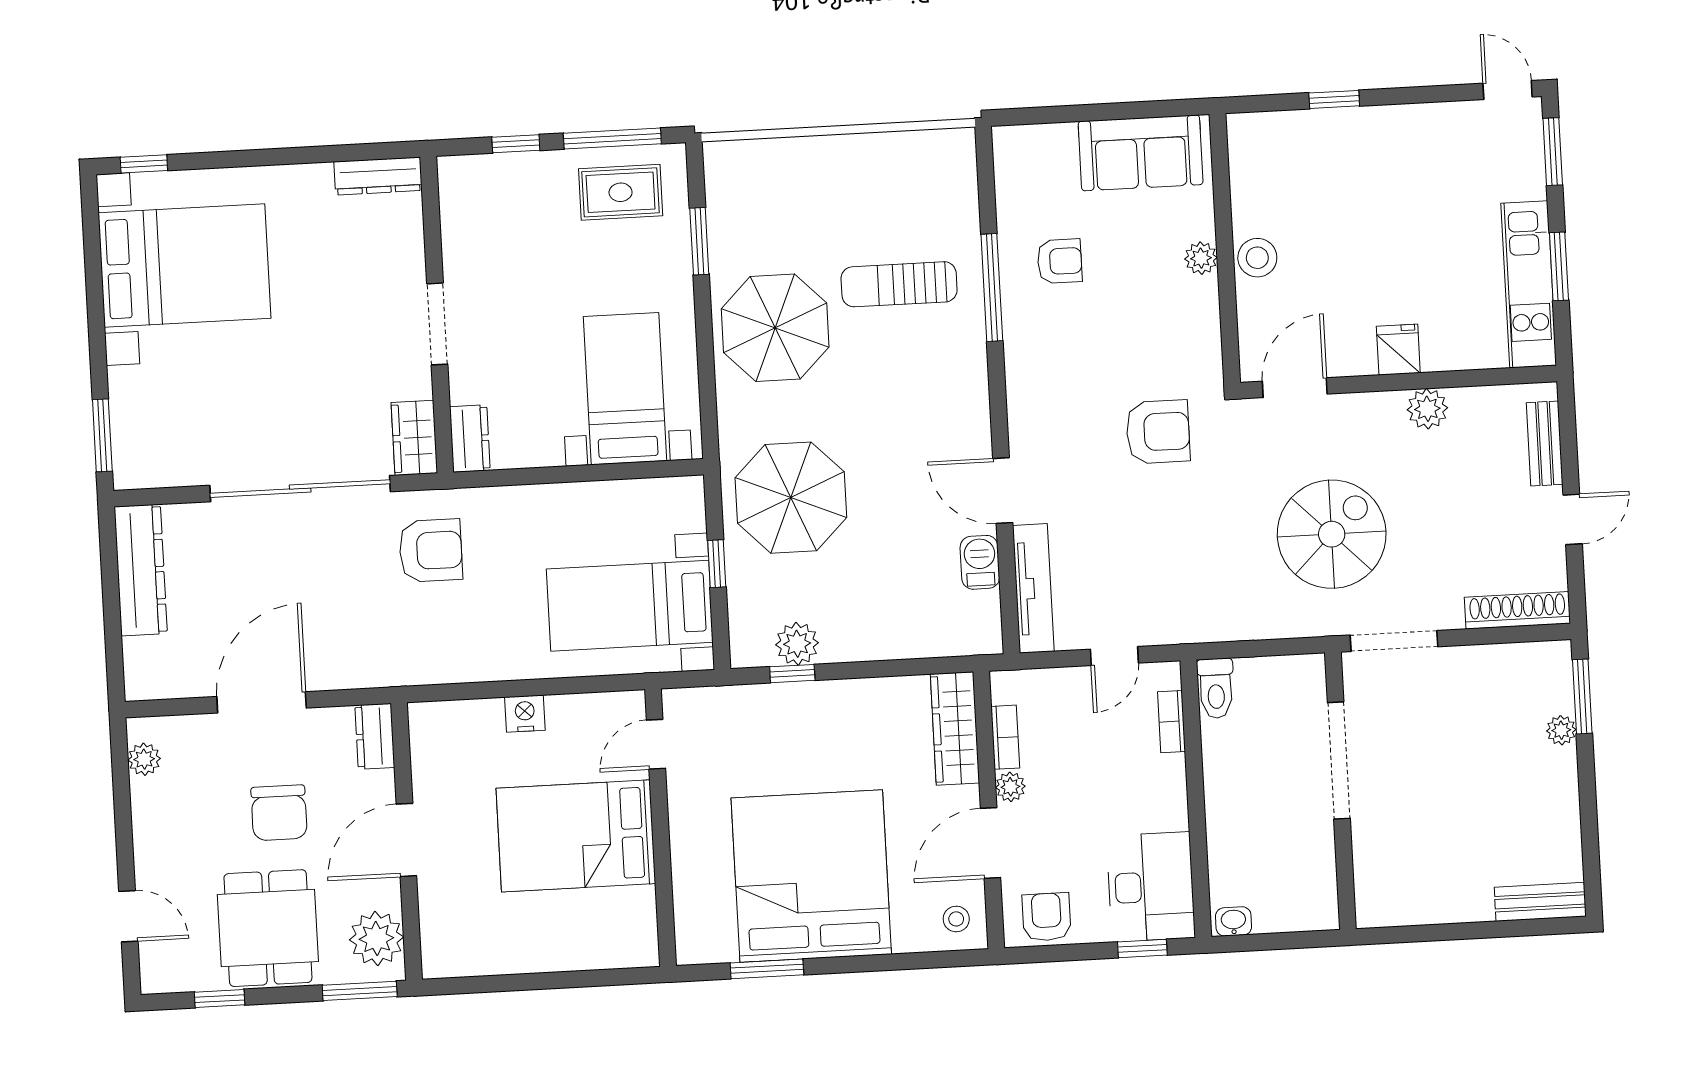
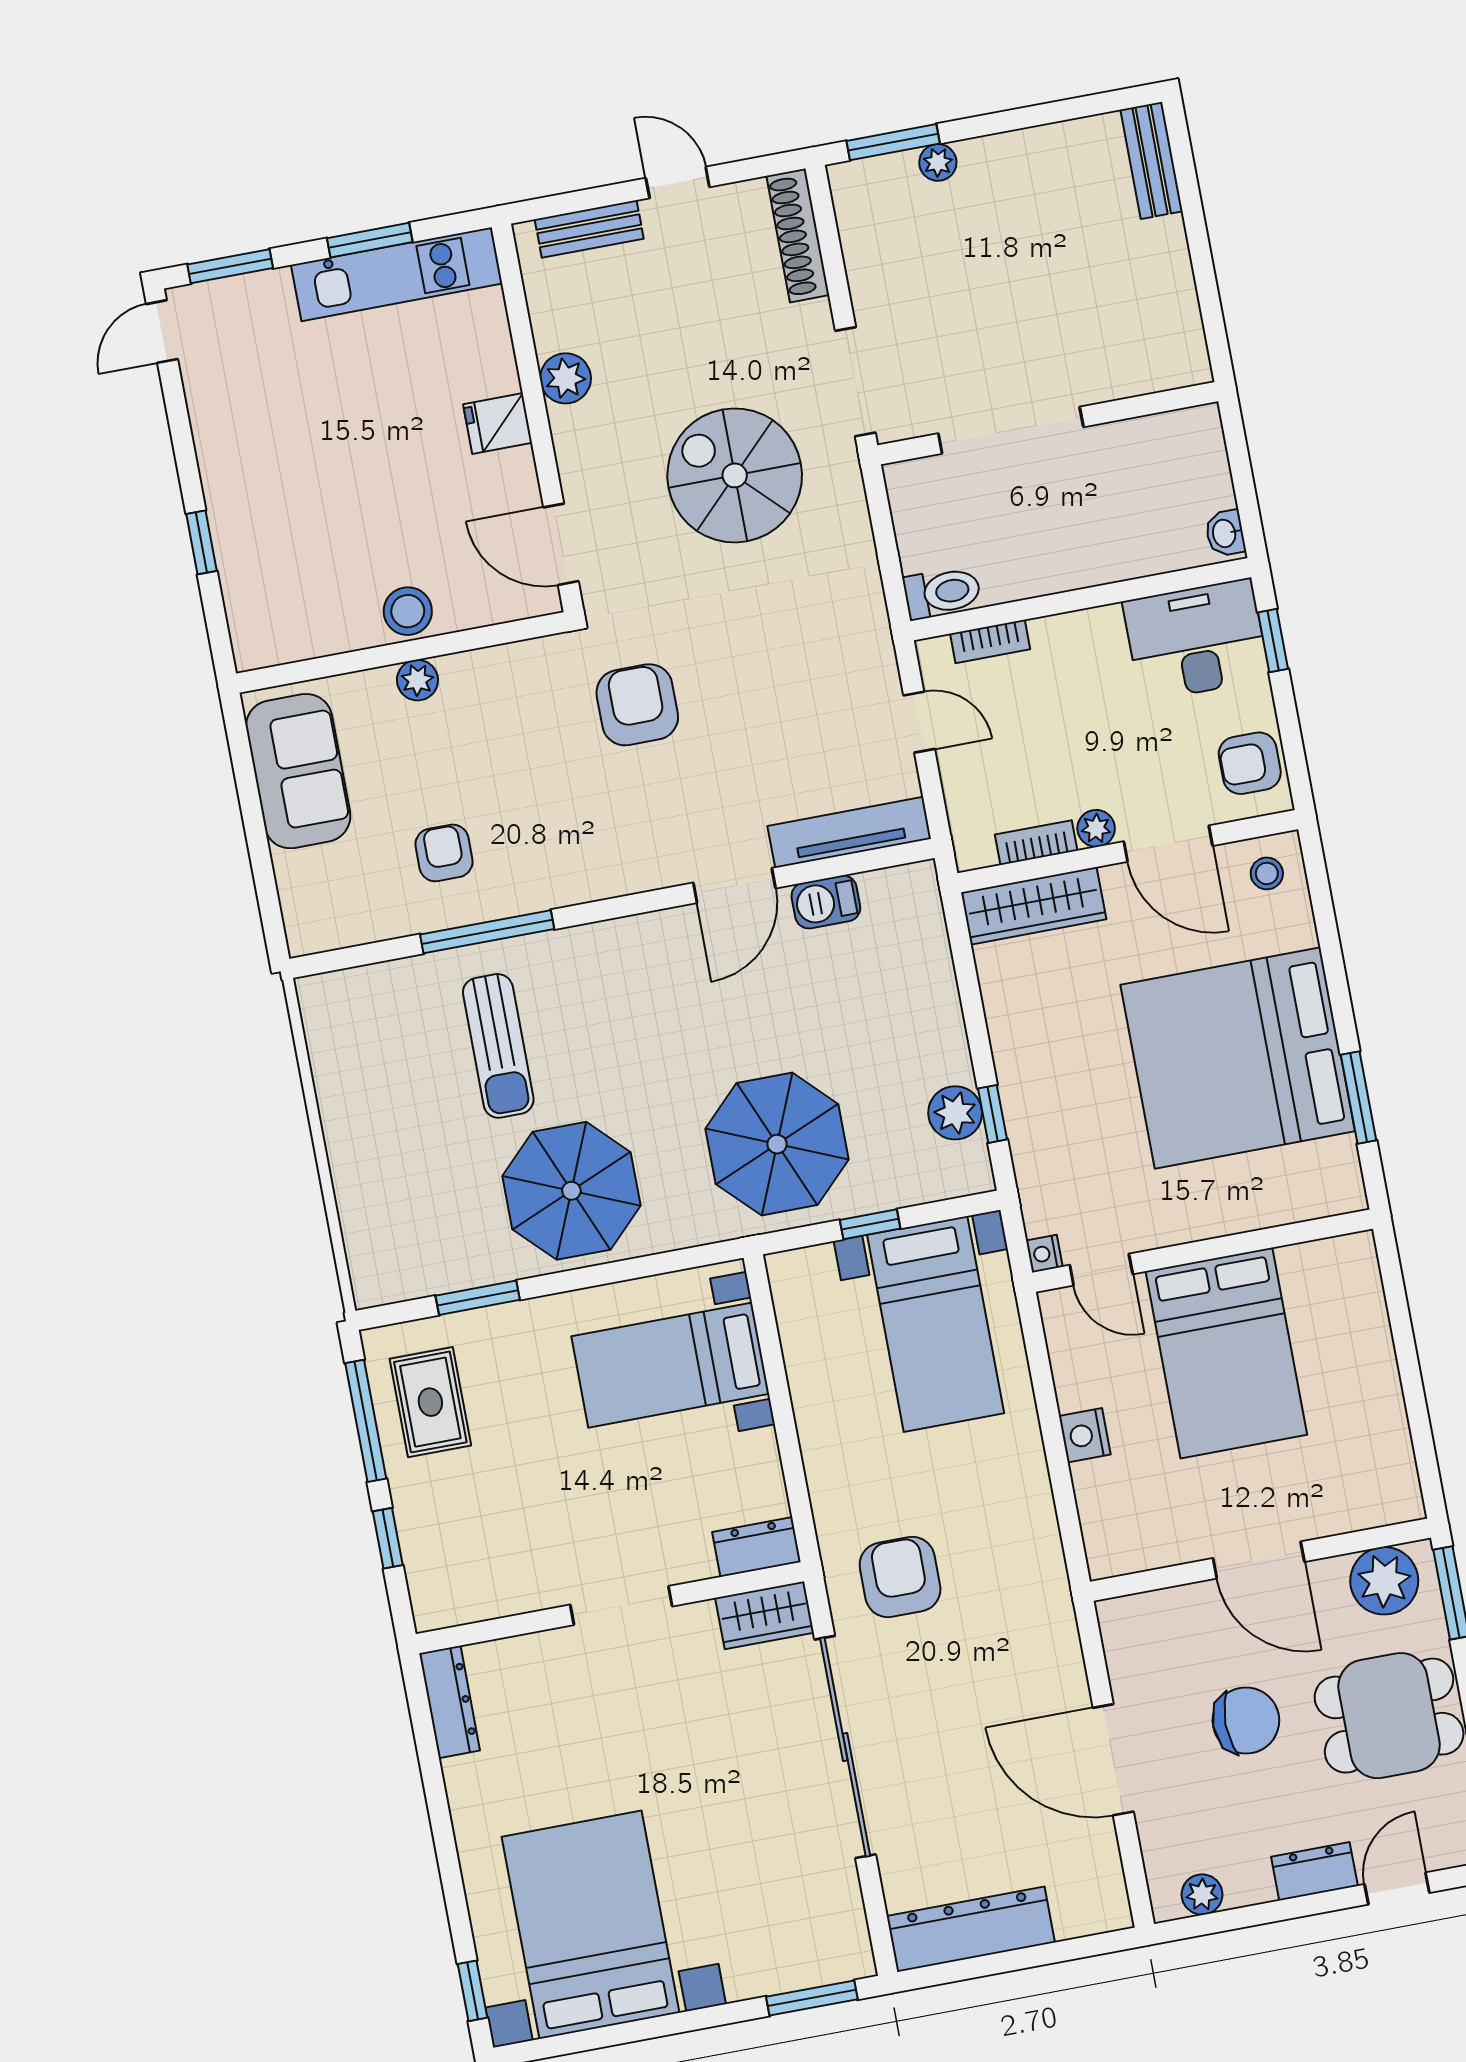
nightstand: (675, 700) -> (1044, 1254), added
dresser: (375, 736) -> (1314, 1871), moved, turned 180

